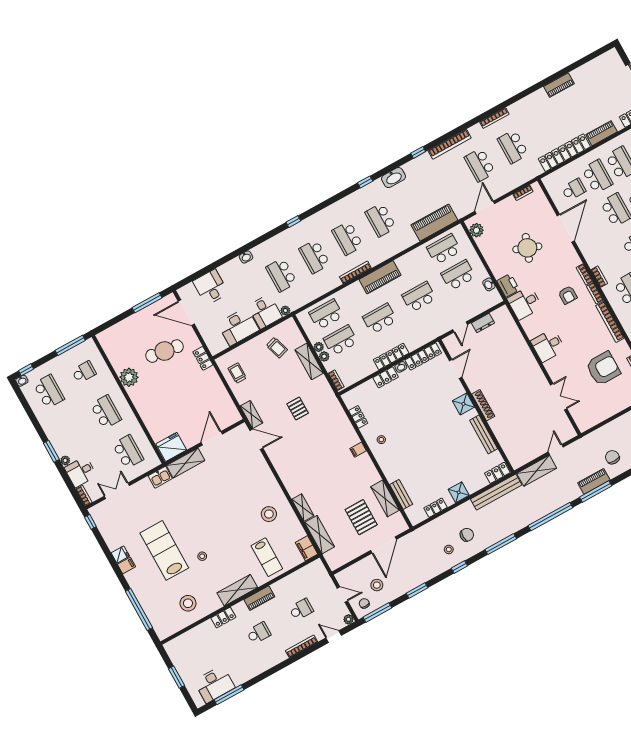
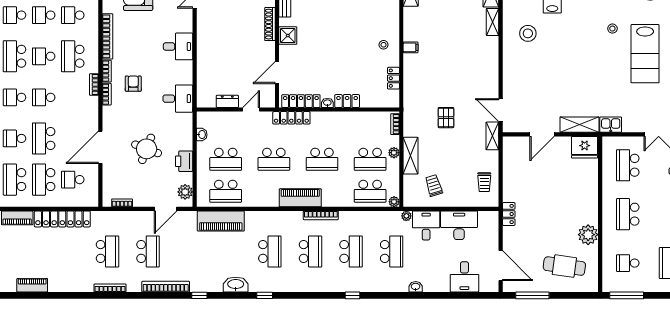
printer: (508, 285) -> (184, 161), moved
plant: (319, 347) -> (394, 202), moved
cafe table: (164, 351) -> (564, 266), moved
locker: (391, 356) -> (291, 118), moved

